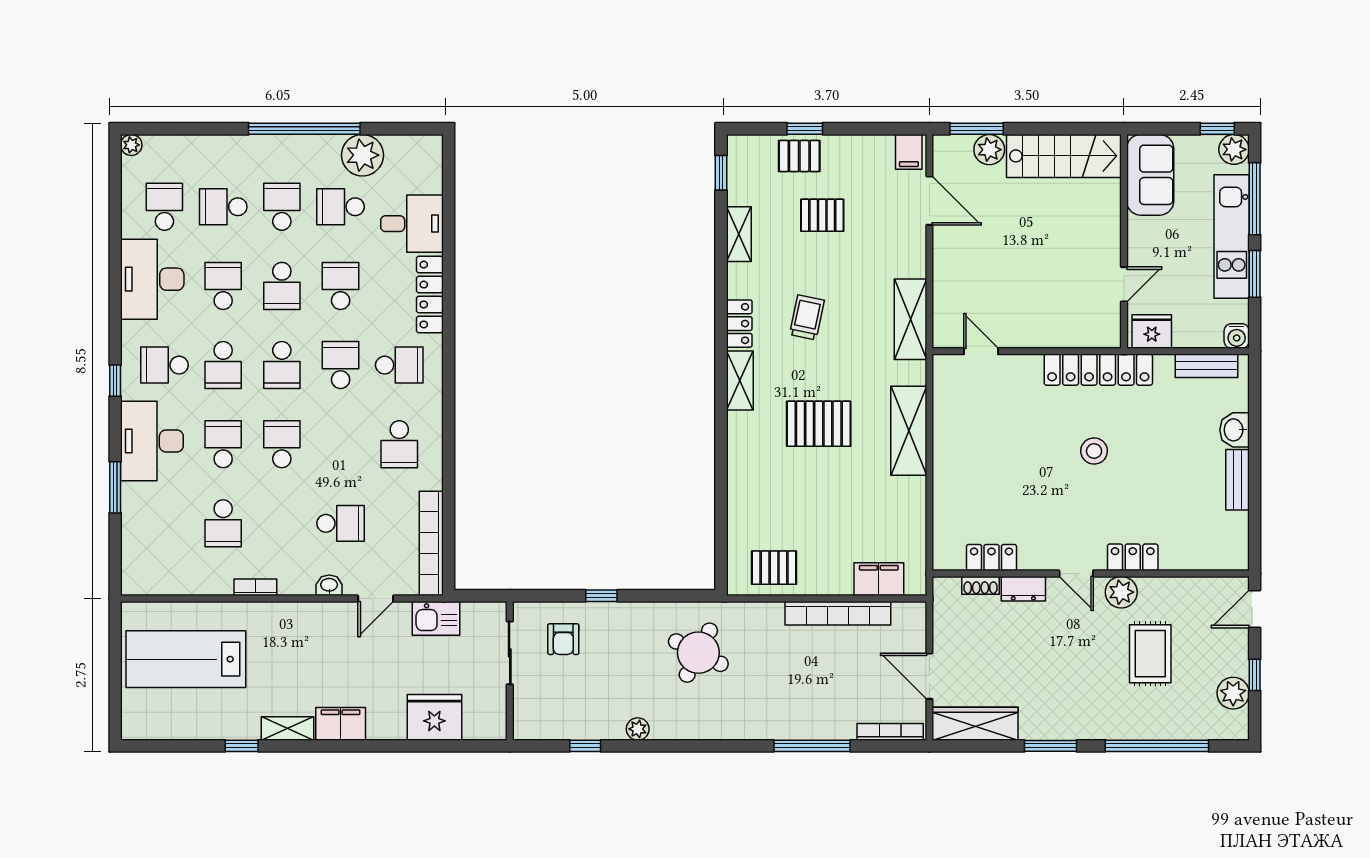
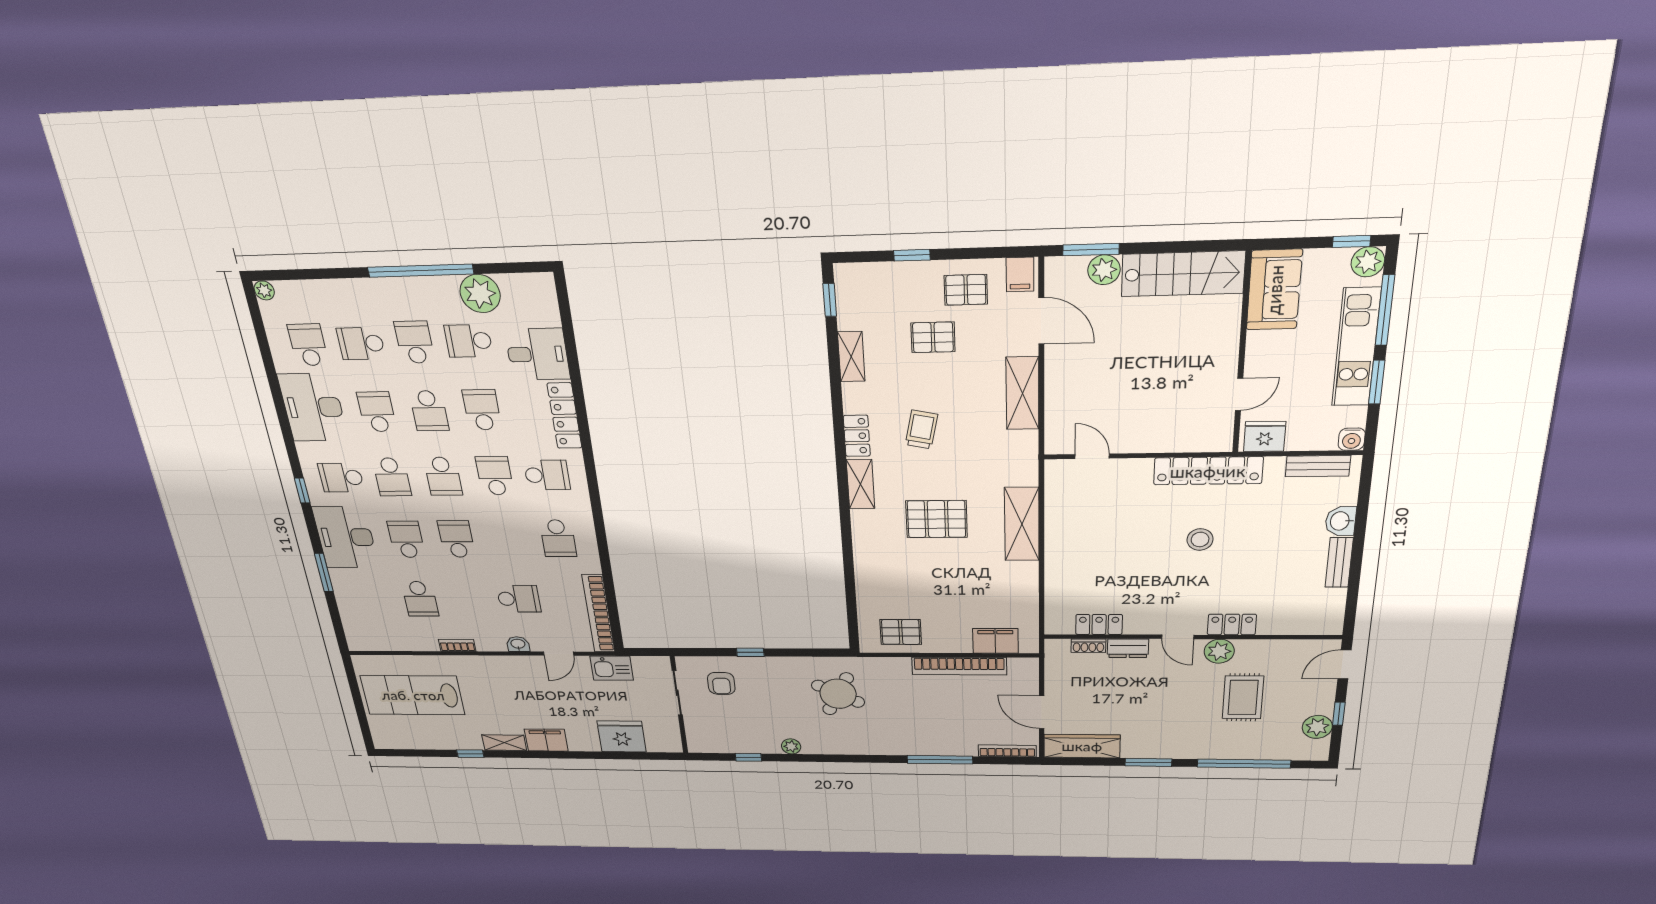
pallet: (799, 156) -> (966, 290), moved
shelving: (911, 319) -> (1023, 393), moved

